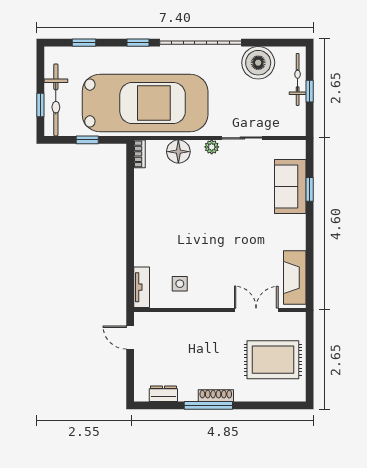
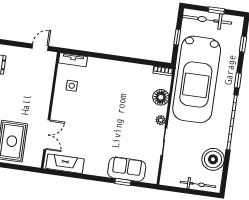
window: (310, 91) -> (189, 191), removed
window: (40, 105) -> (216, 10), moved

